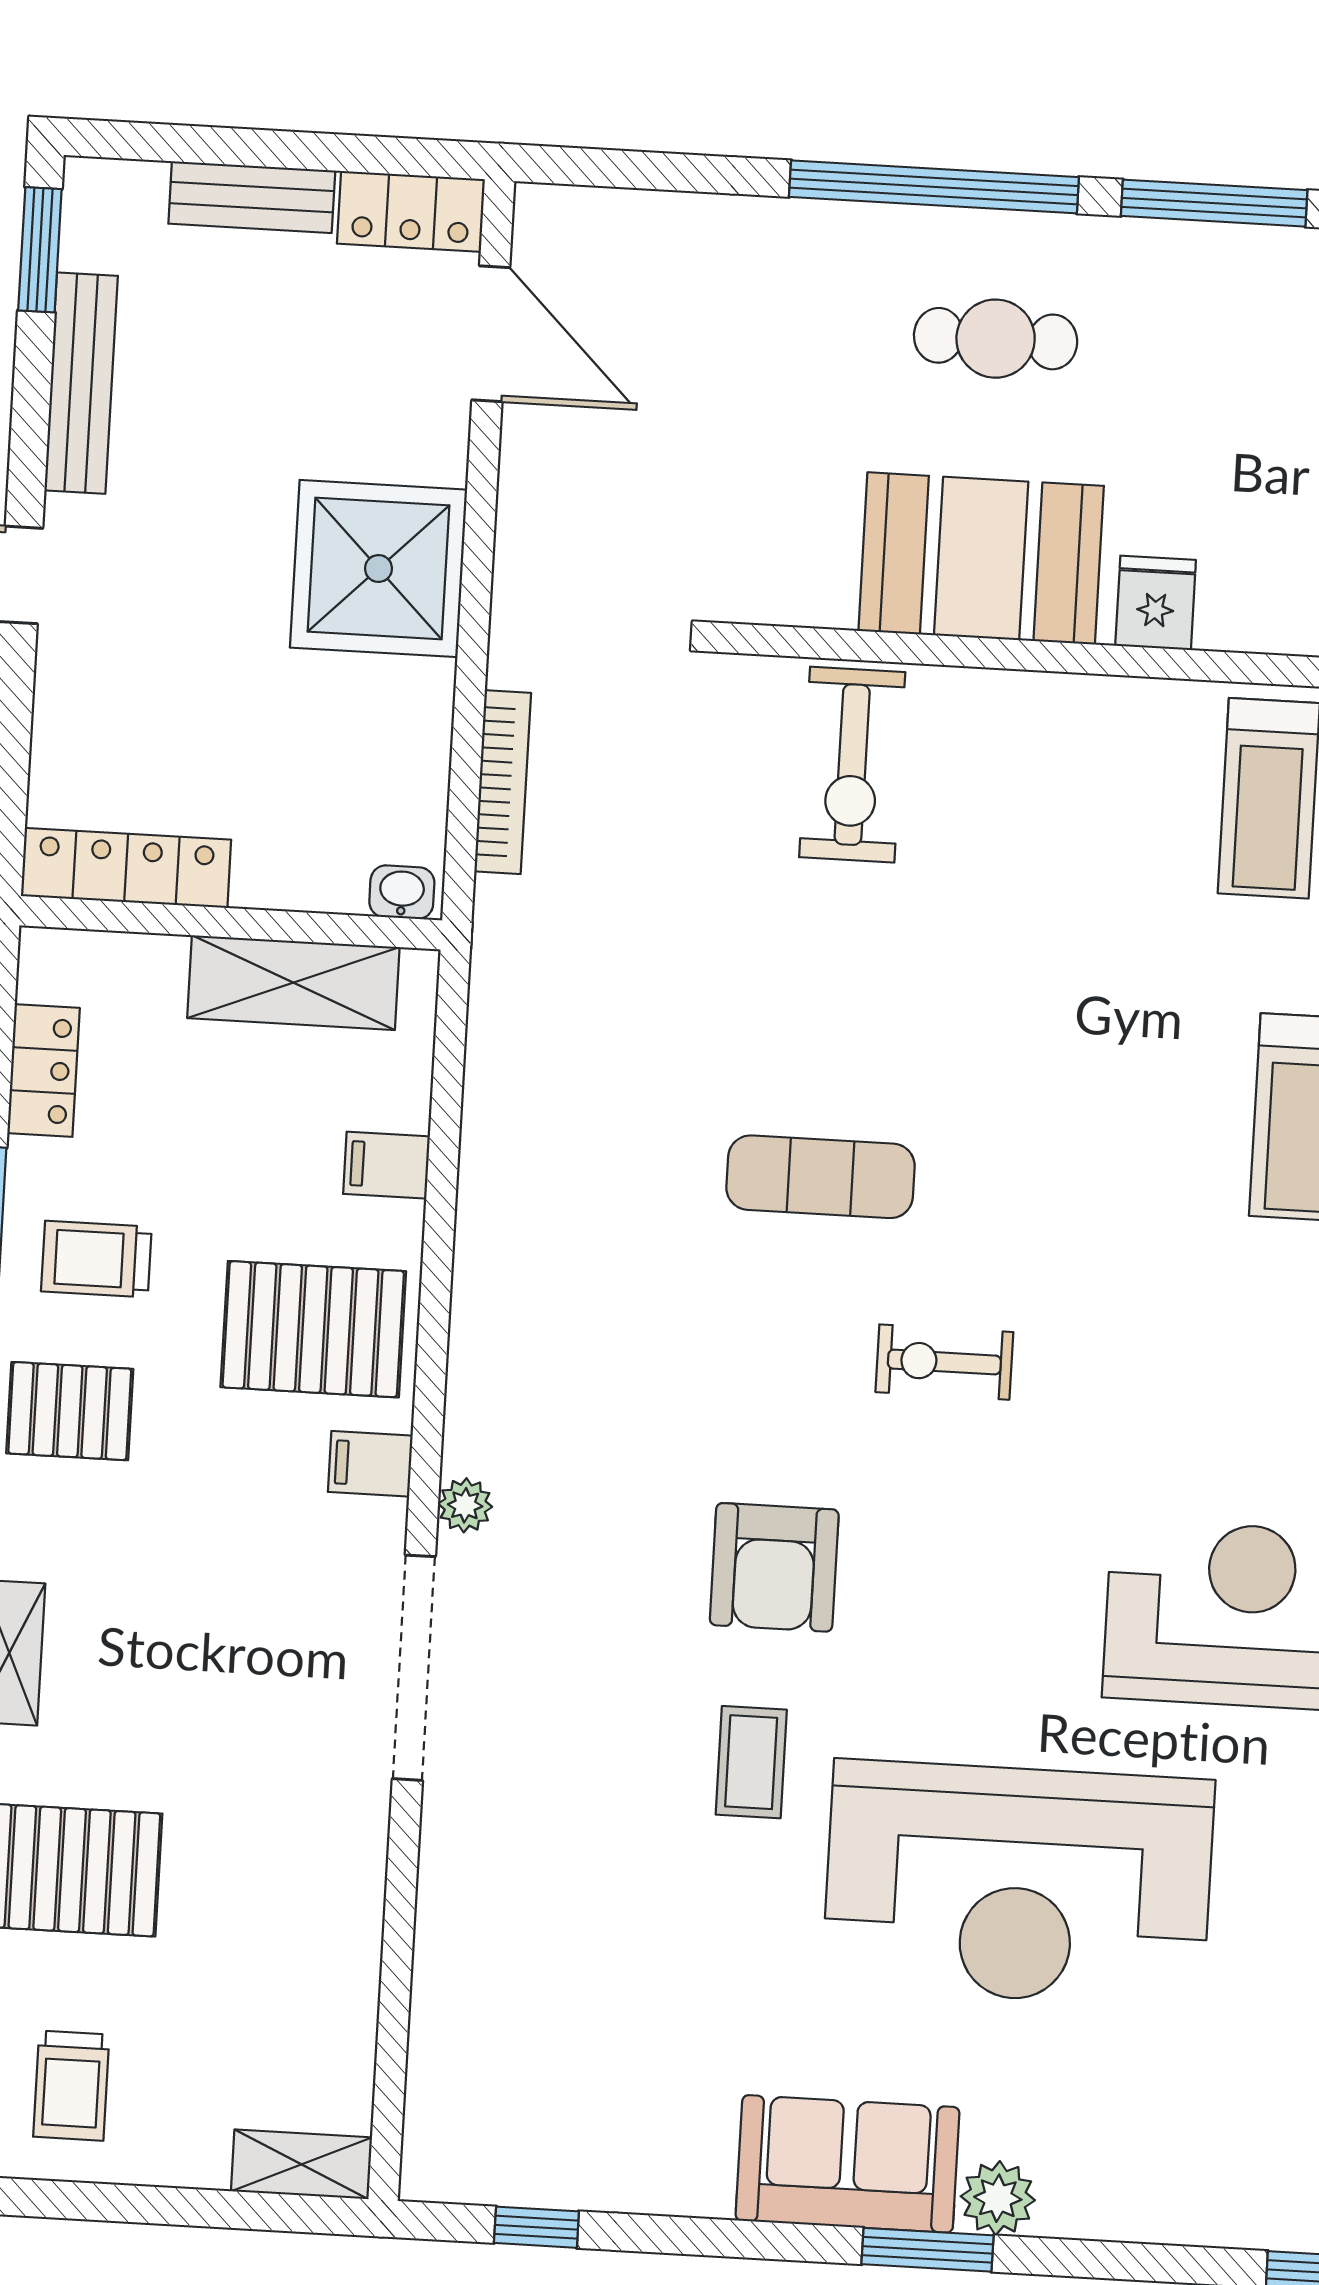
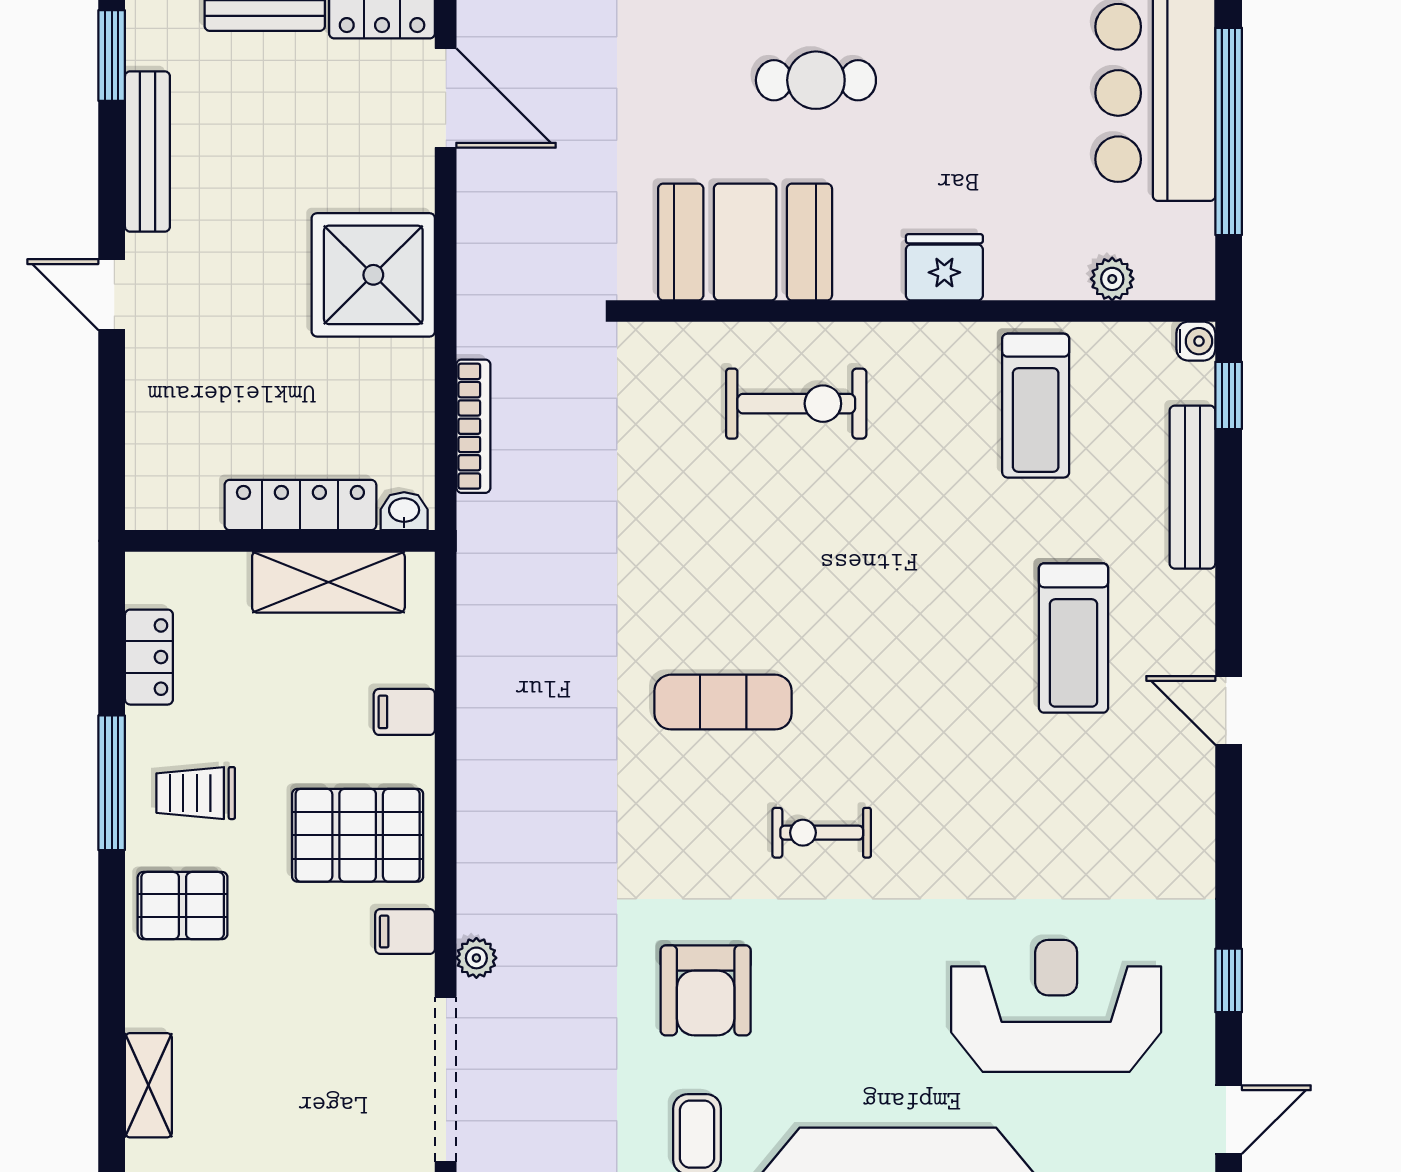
booth: (981, 558) -> (745, 242), moved
fridge: (1156, 603) -> (944, 267), width x1.38
exercise bike: (852, 765) -> (796, 404), moved, turned -90
locker: (126, 868) -> (300, 505), moved

